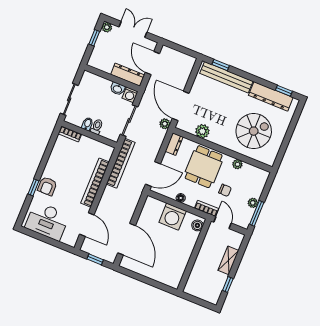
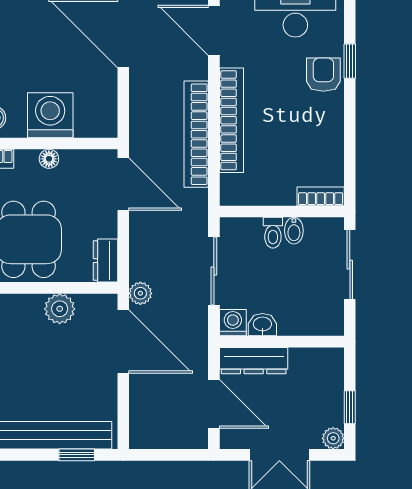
bookcase: (121, 163) -> (196, 134), moved
door: (153, 174) -> (123, 184), swing flipped

